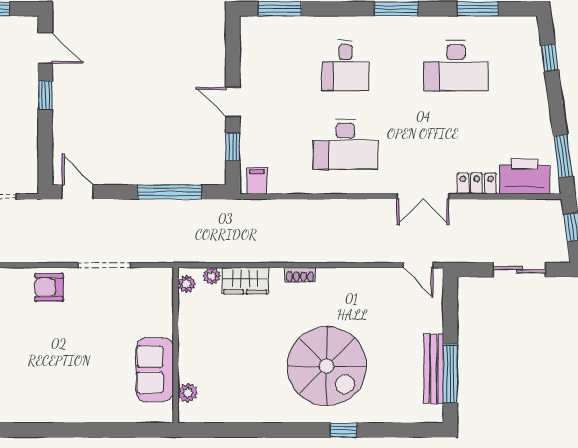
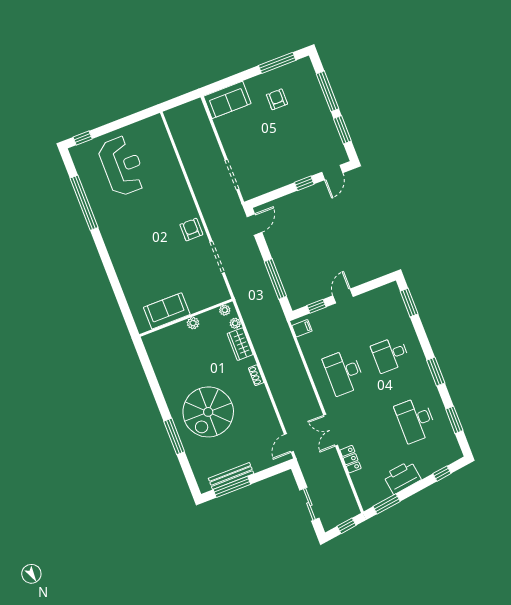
printer: (524, 176) -> (402, 477), moved, turned -98
plant: (188, 393) -> (193, 323), moved
window: (343, 430) -> (174, 436), width x2.17

